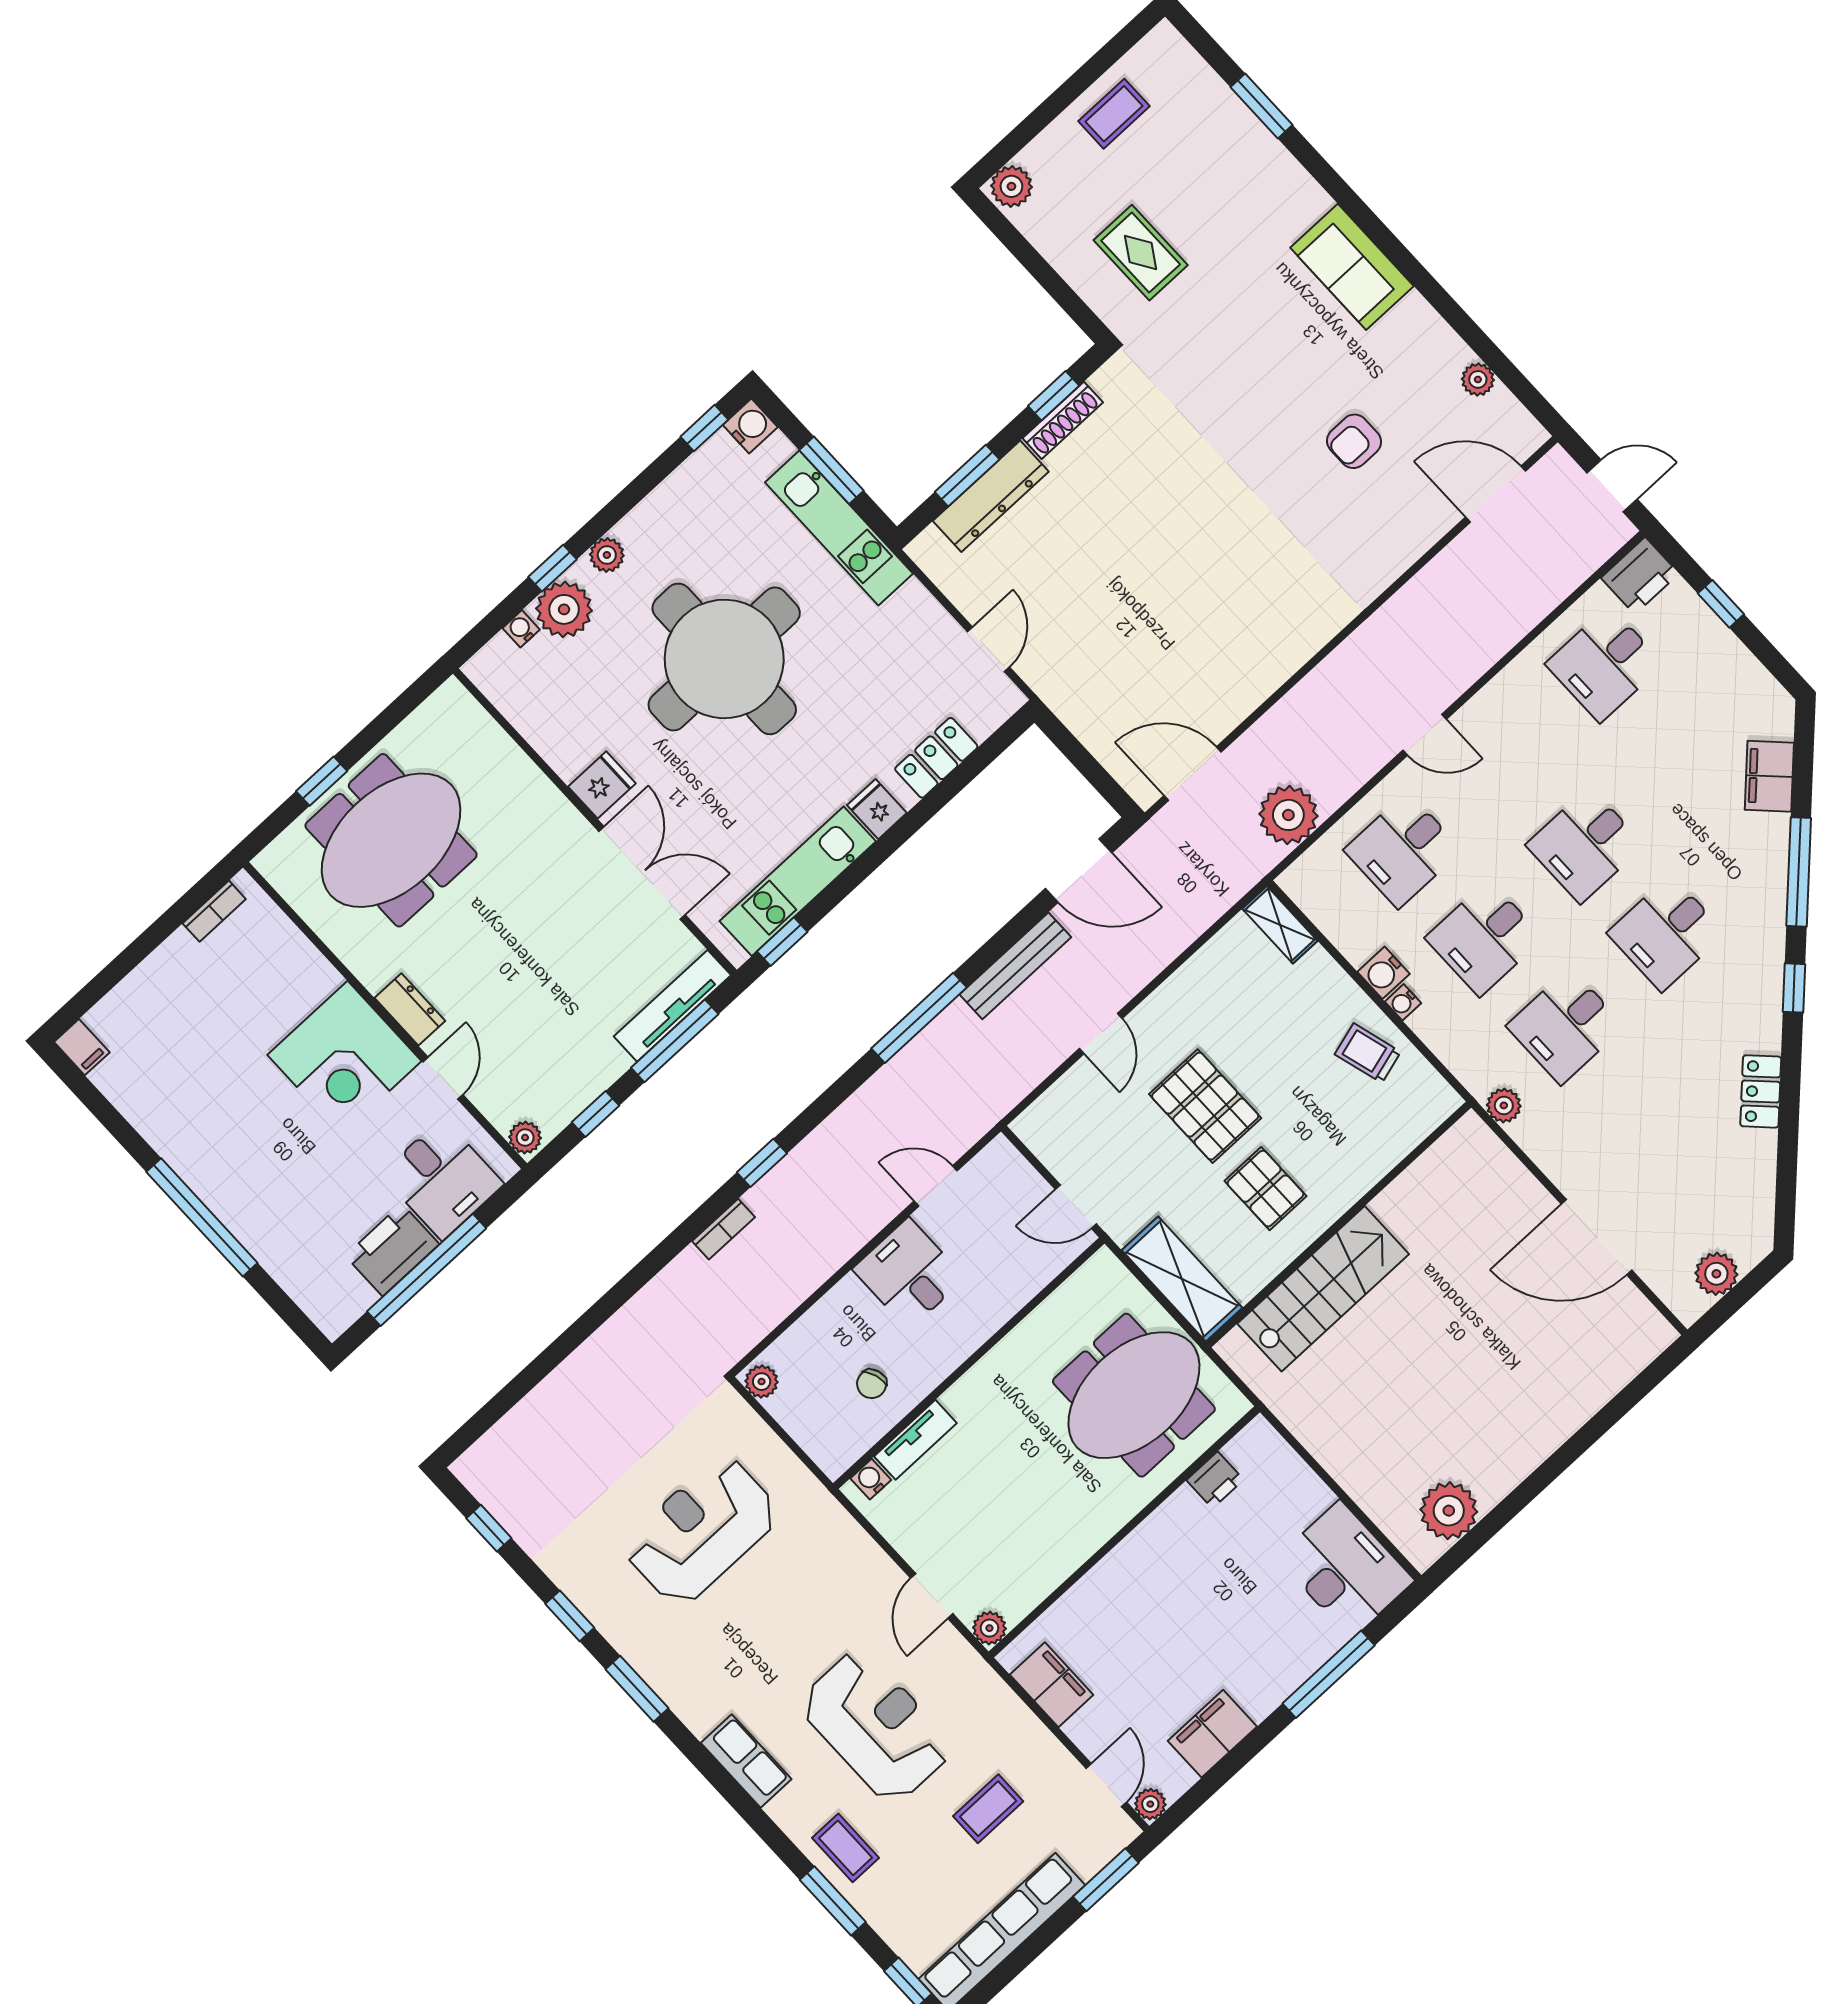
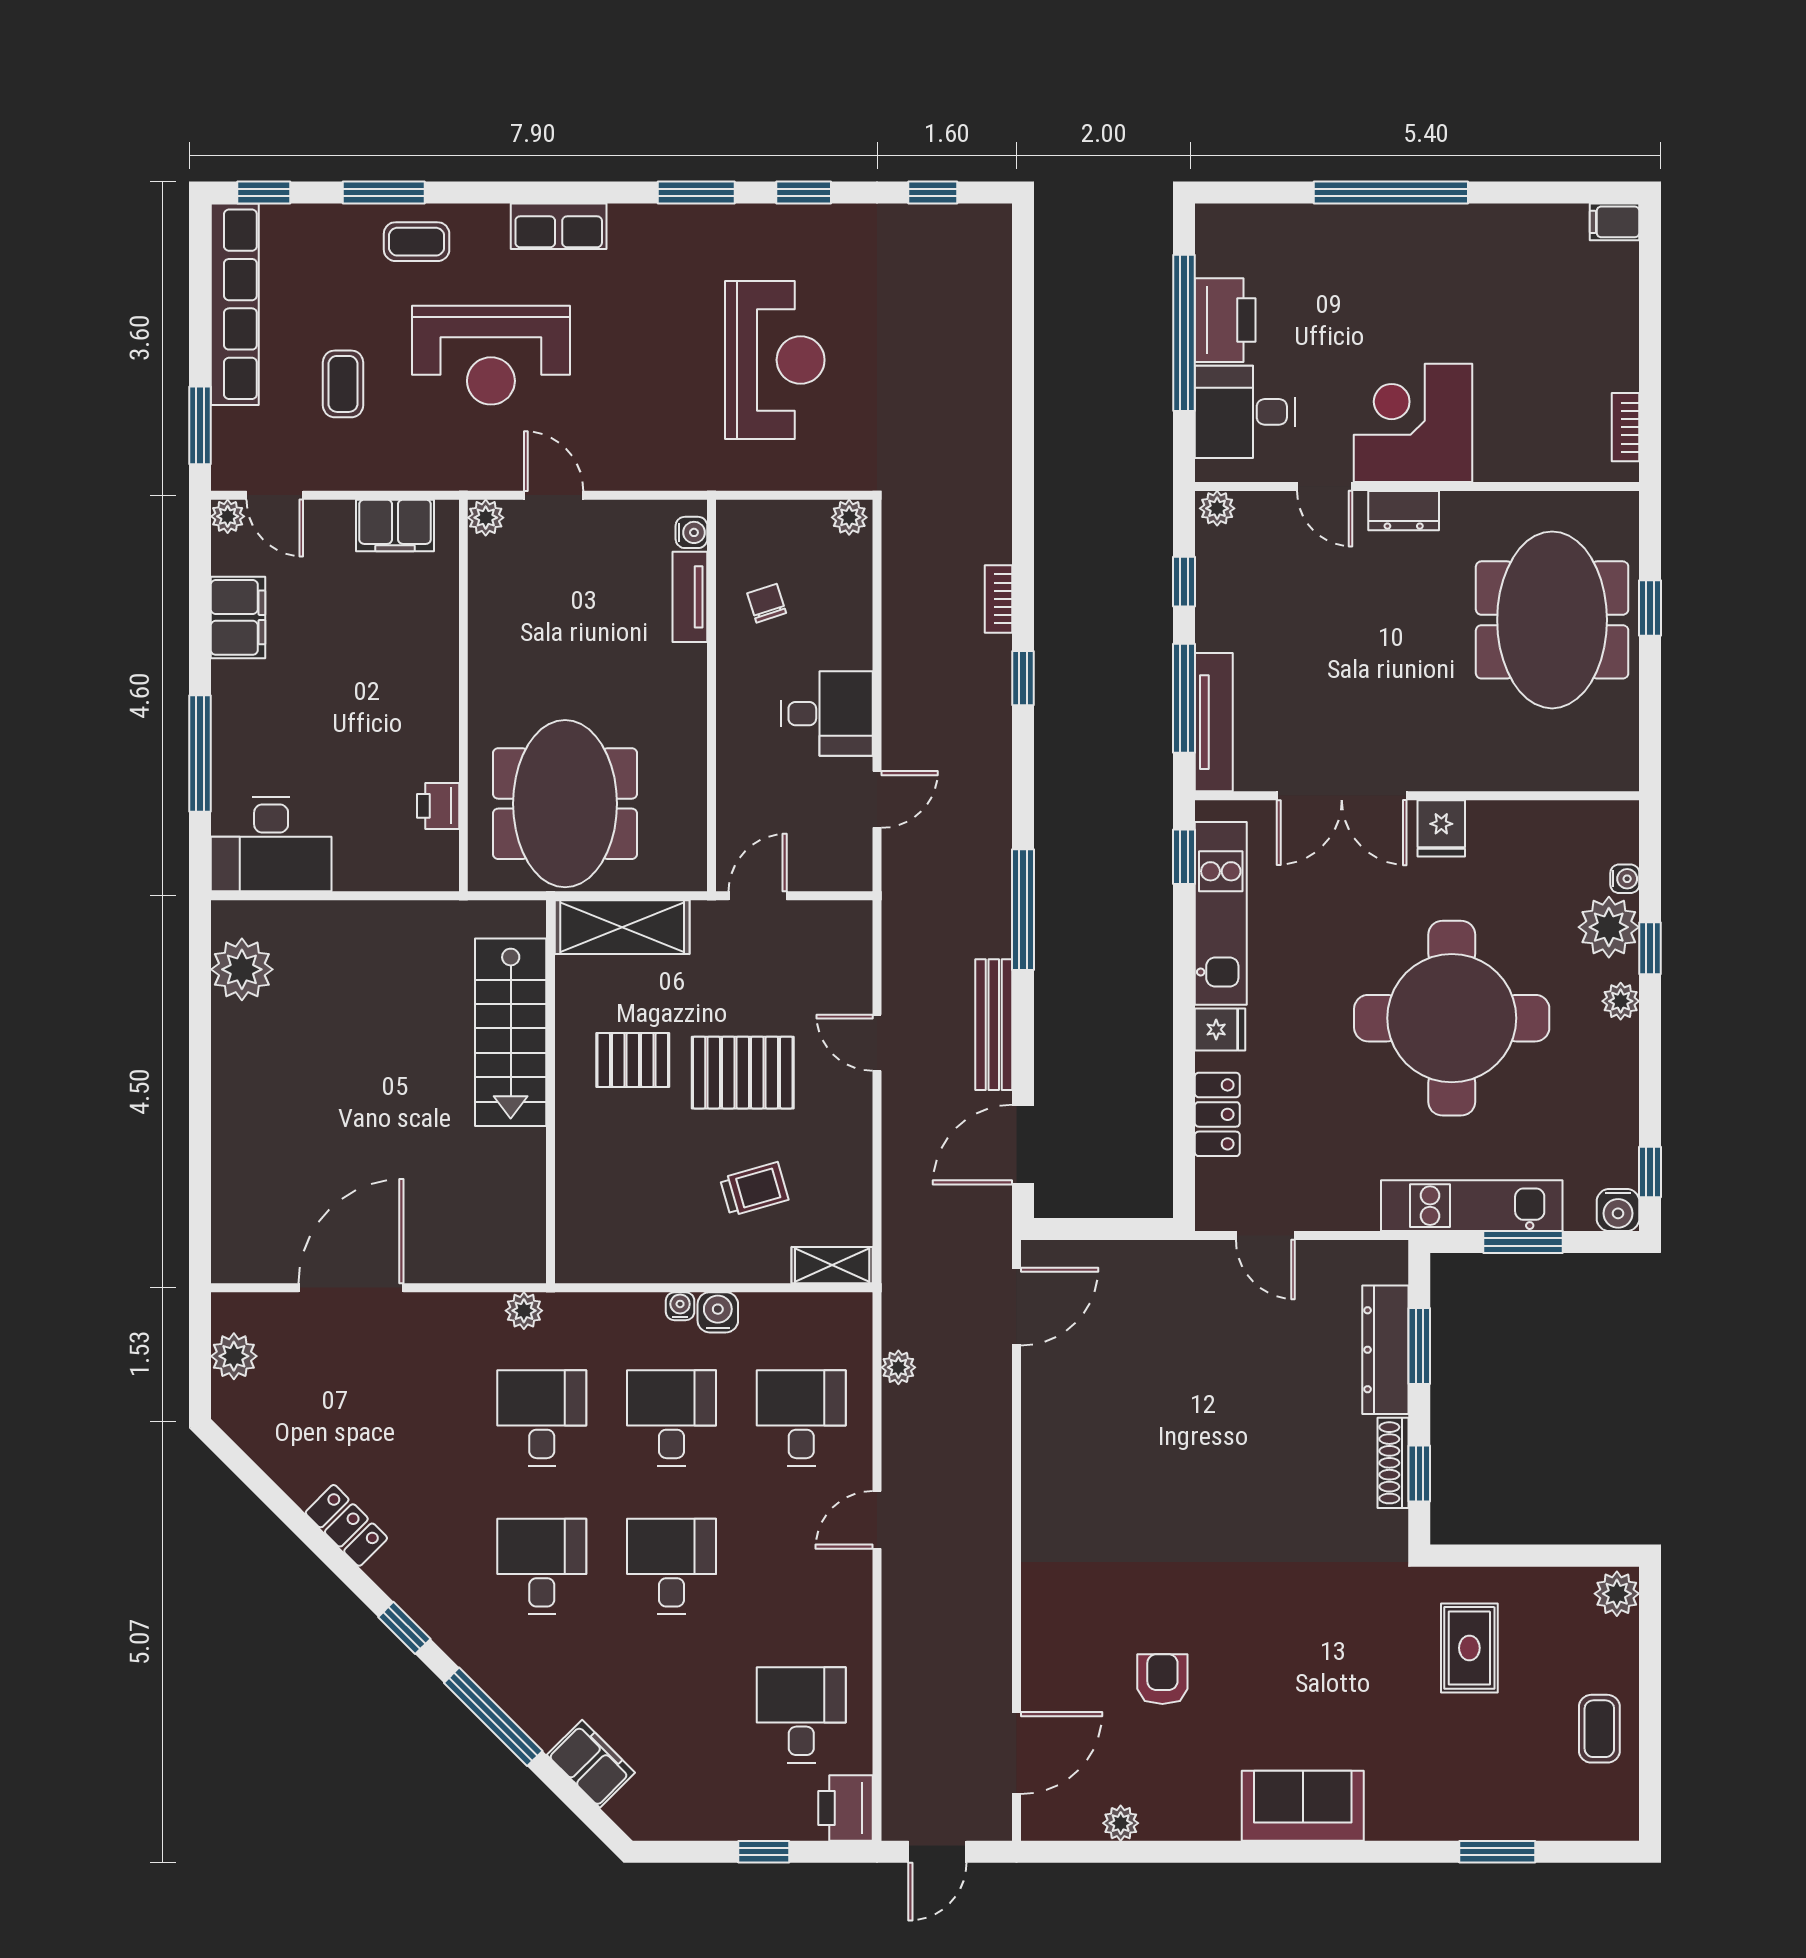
rug: (1141, 253) -> (1469, 1648), turned 90
plant: (1288, 815) -> (898, 1367), width x0.53, depth x0.53
trolley: (1368, 1053) -> (754, 1189), moved

